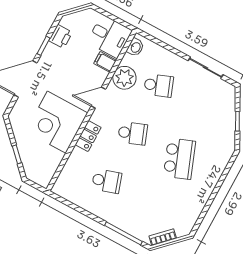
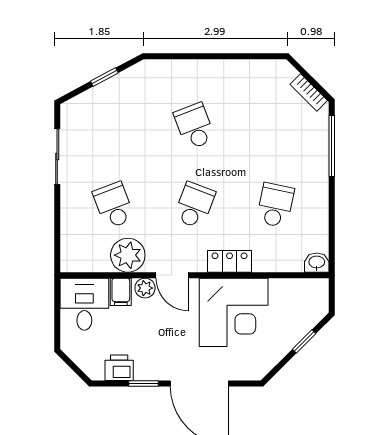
washbasin: (135, 47) -> (317, 263), moved
plant: (100, 77) -> (145, 288), added
school desk: (133, 133) -> (194, 205), turned 42
school desk: (179, 159) -> (194, 126), width x0.54
school desk: (107, 181) -> (275, 205), turned 30

